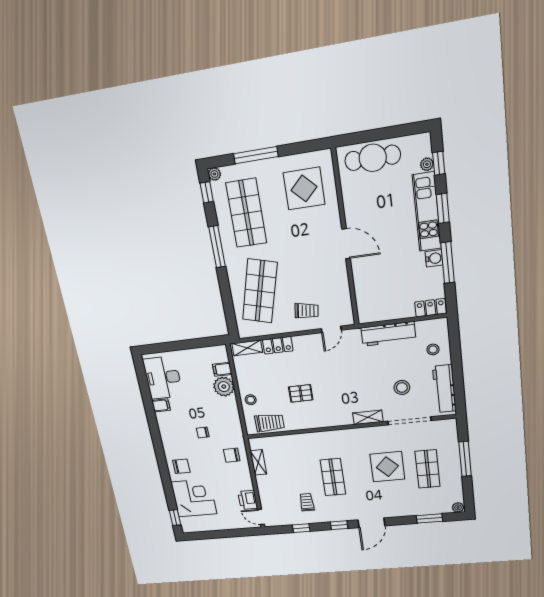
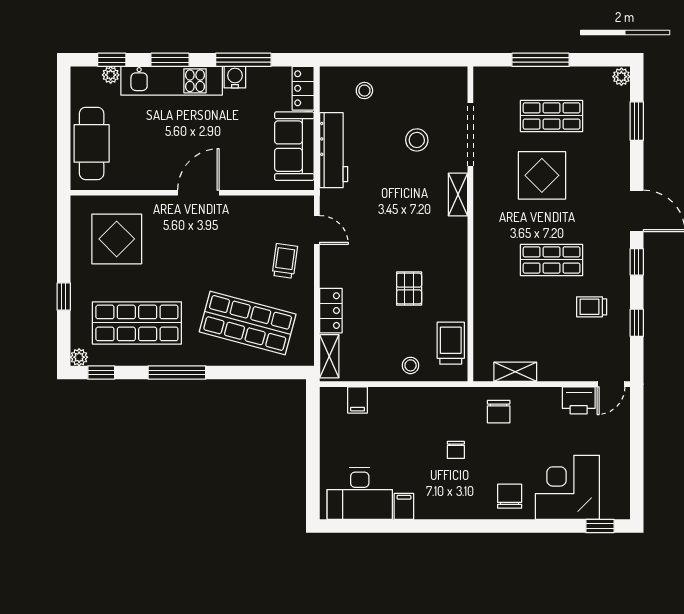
window: (256, 155) -> (64, 297), width x0.46
sofa: (388, 307) -> (294, 146), added
plant: (224, 387) -> (385, 403), removed
workbench: (444, 389) -> (426, 80), removed

